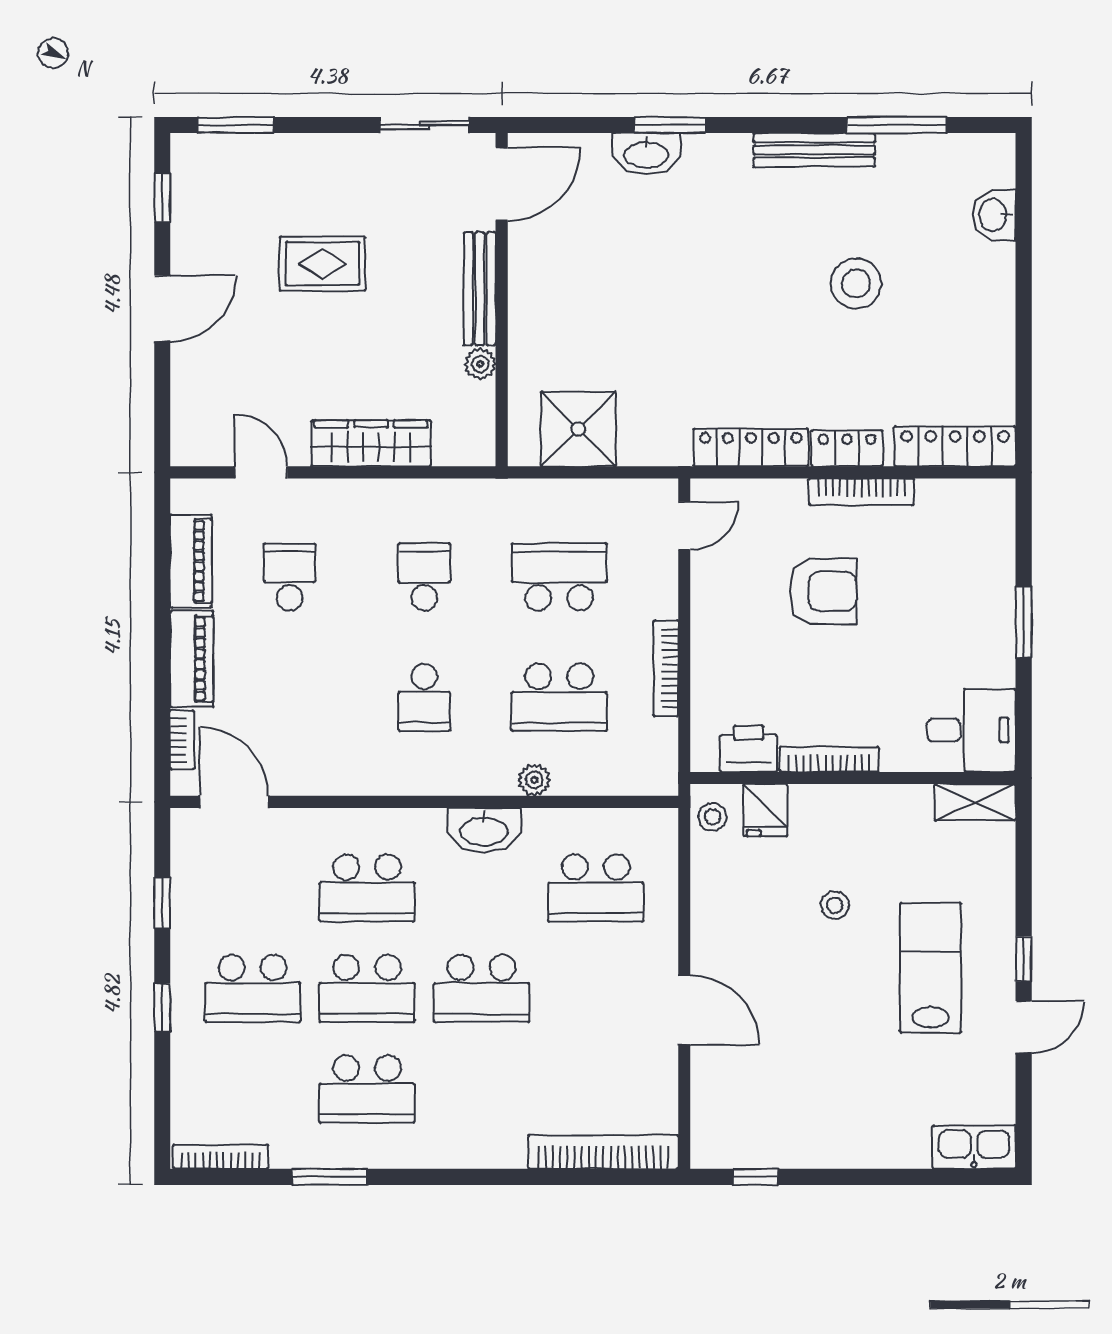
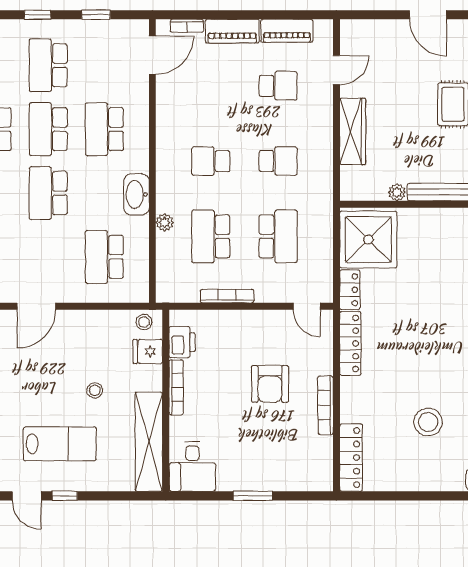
stool: (856, 283) -> (428, 422), moved
shower: (578, 429) -> (368, 239), width x1.37, depth x1.37
locker: (847, 448) -> (350, 290), moved
shelving: (975, 802) -> (149, 442), width x2.20, depth x1.33

